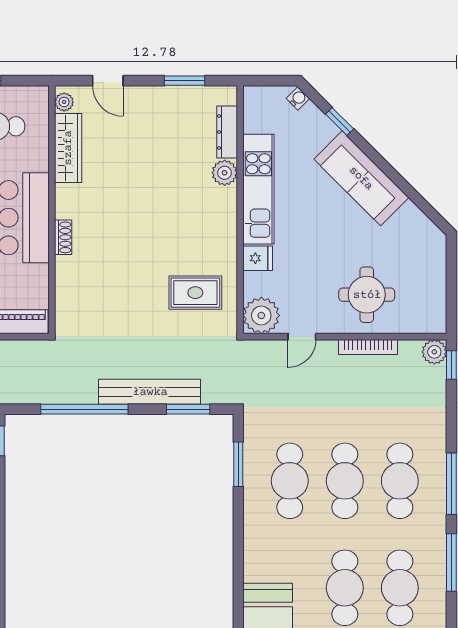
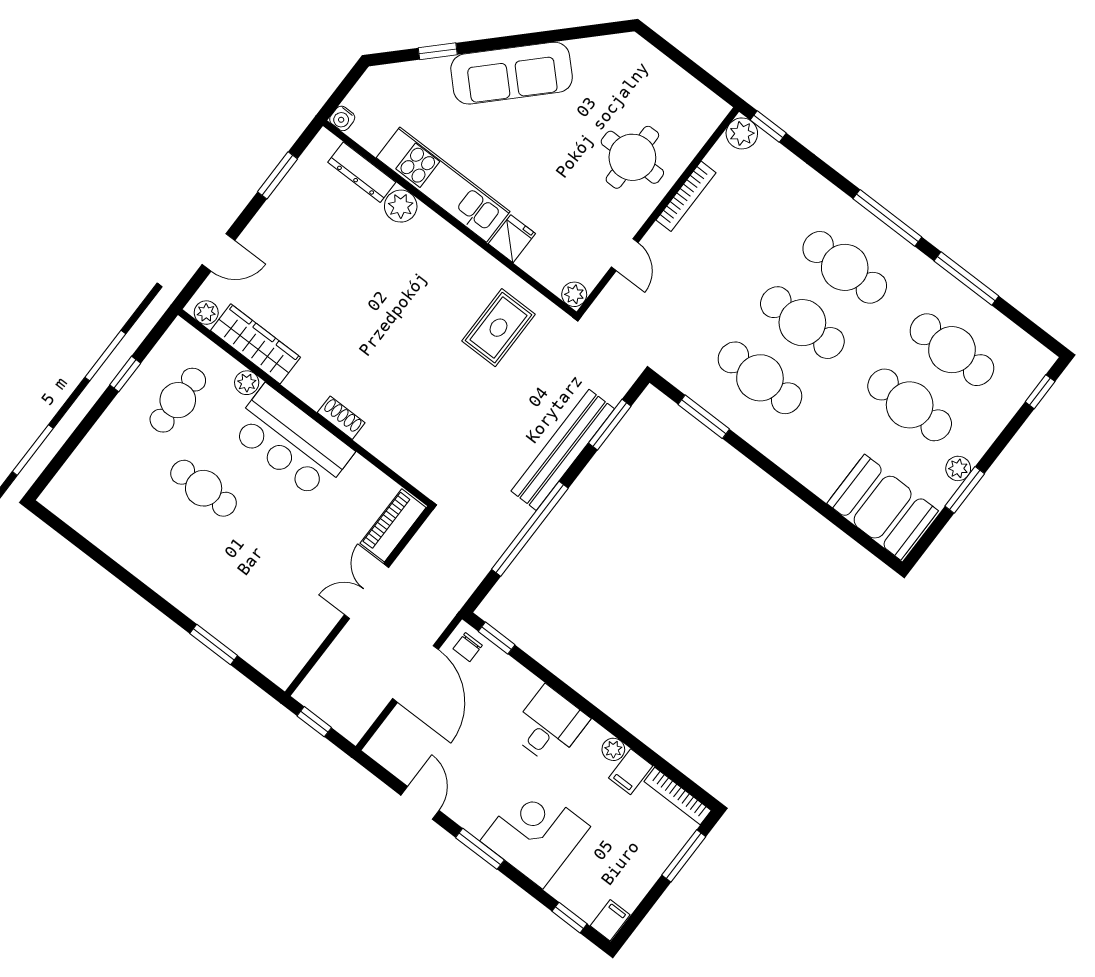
water cooler: (298, 98) -> (342, 118), moved, turned -135
plant: (40, 161) -> (247, 383), added
plant: (261, 315) -> (574, 294), width x0.53, depth x0.53

